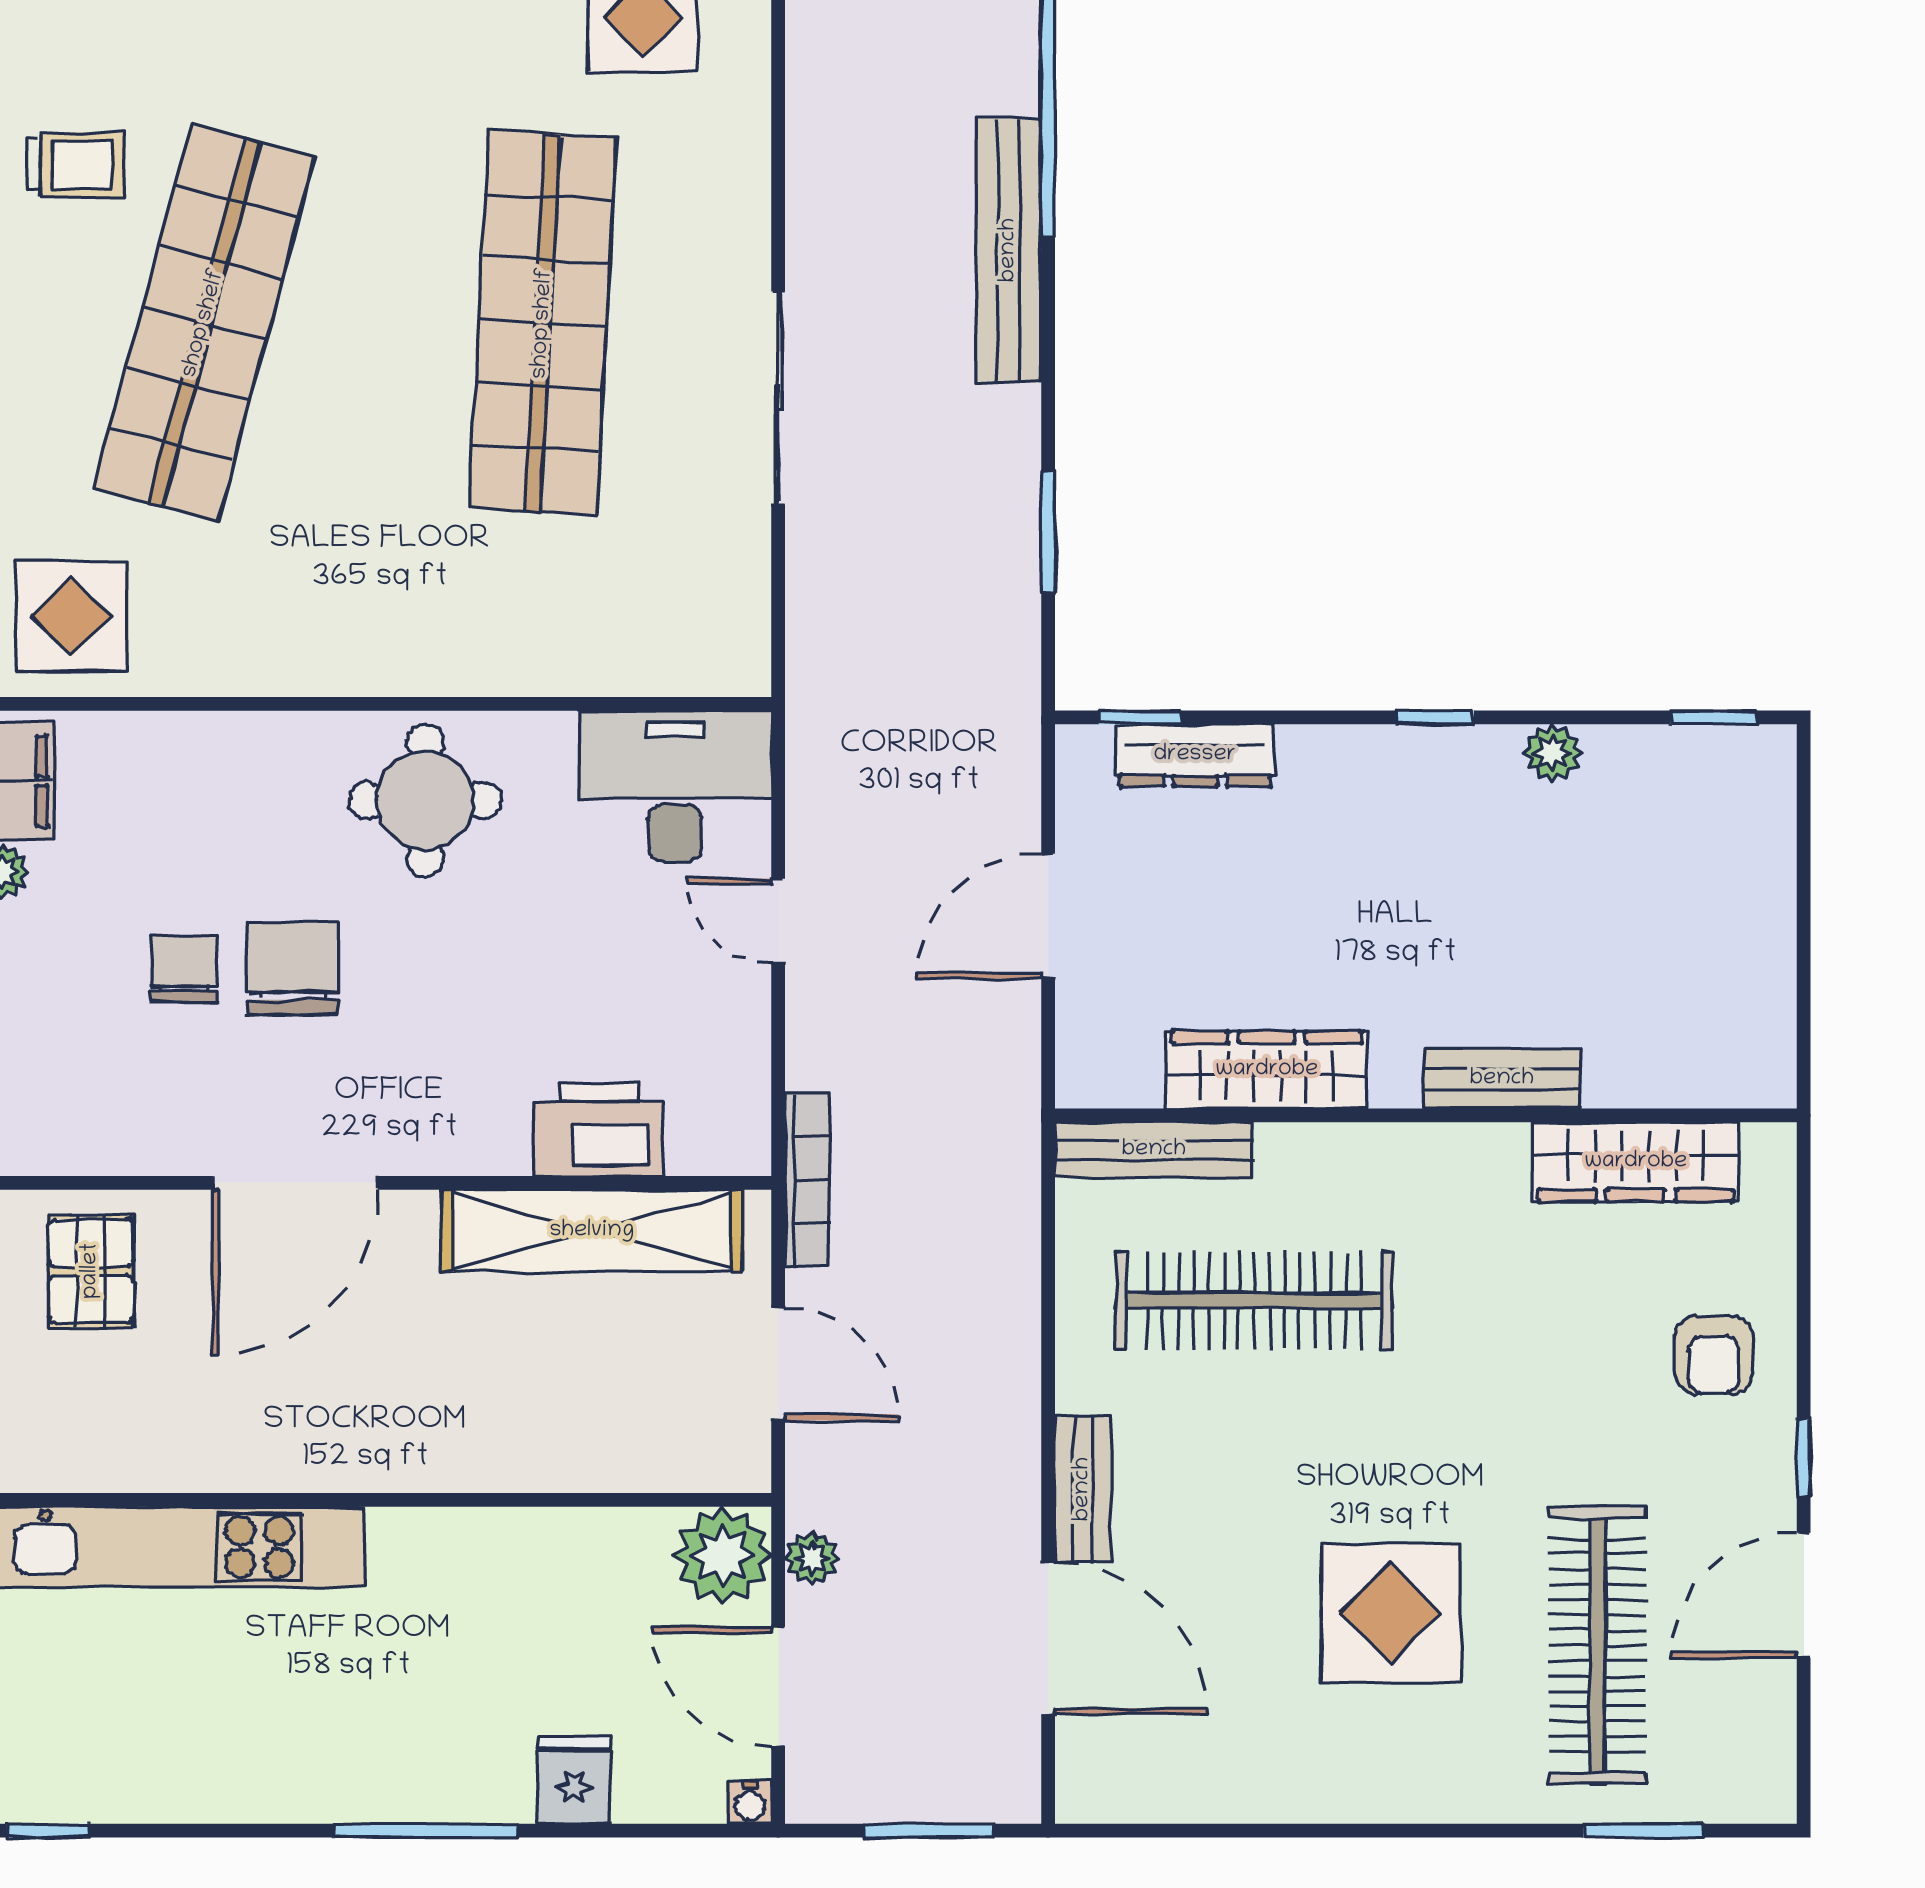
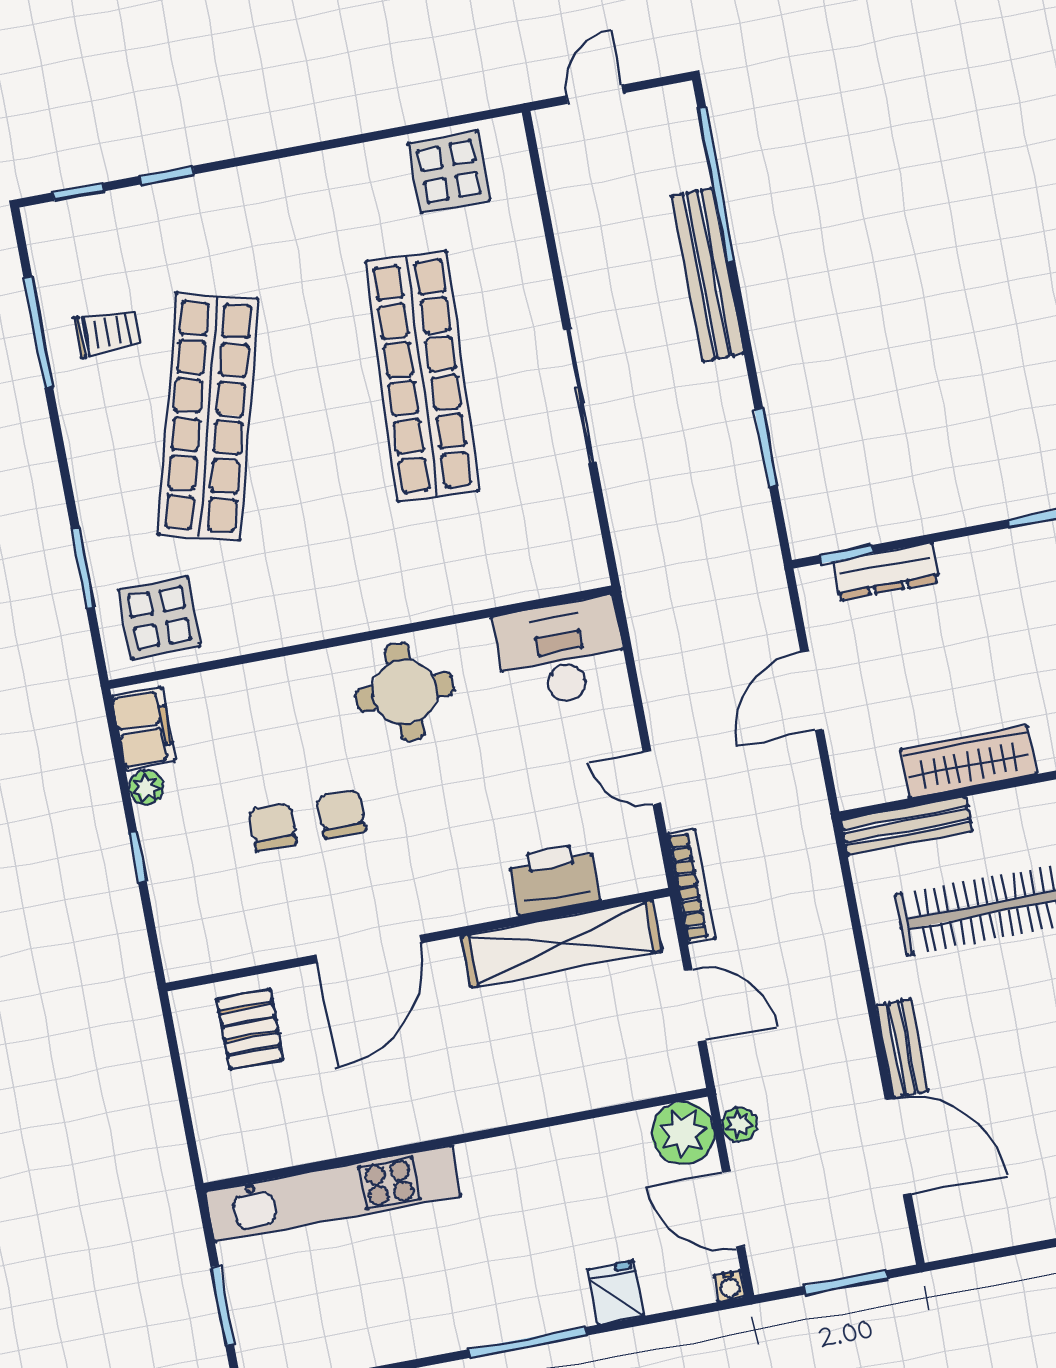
door: (778, 921) -> (652, 777), moved
chair: (293, 969) -> (341, 814), width x0.73, depth x0.73

